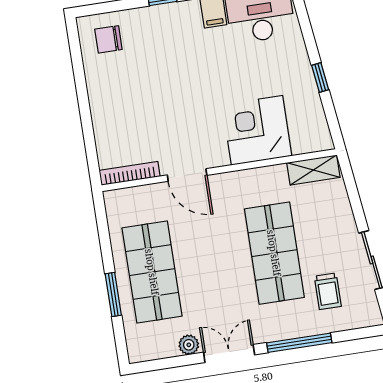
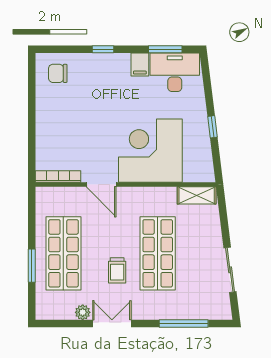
corner desk: (257, 130) -> (150, 151), width x1.36, depth x1.36
trolley: (328, 291) -> (117, 270), moved
window: (299, 343) -> (184, 324), moved

